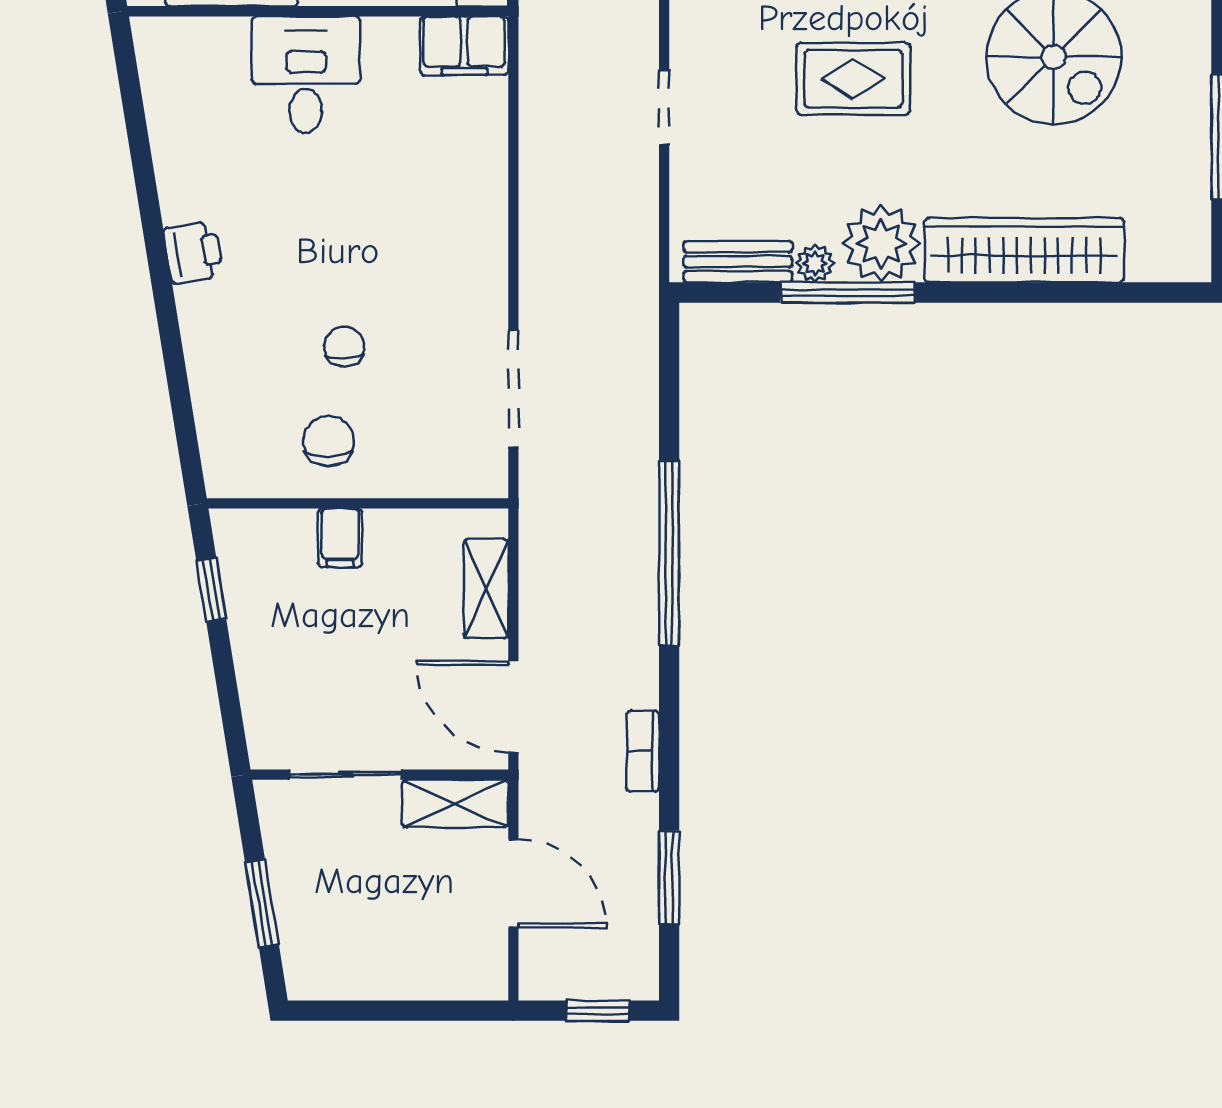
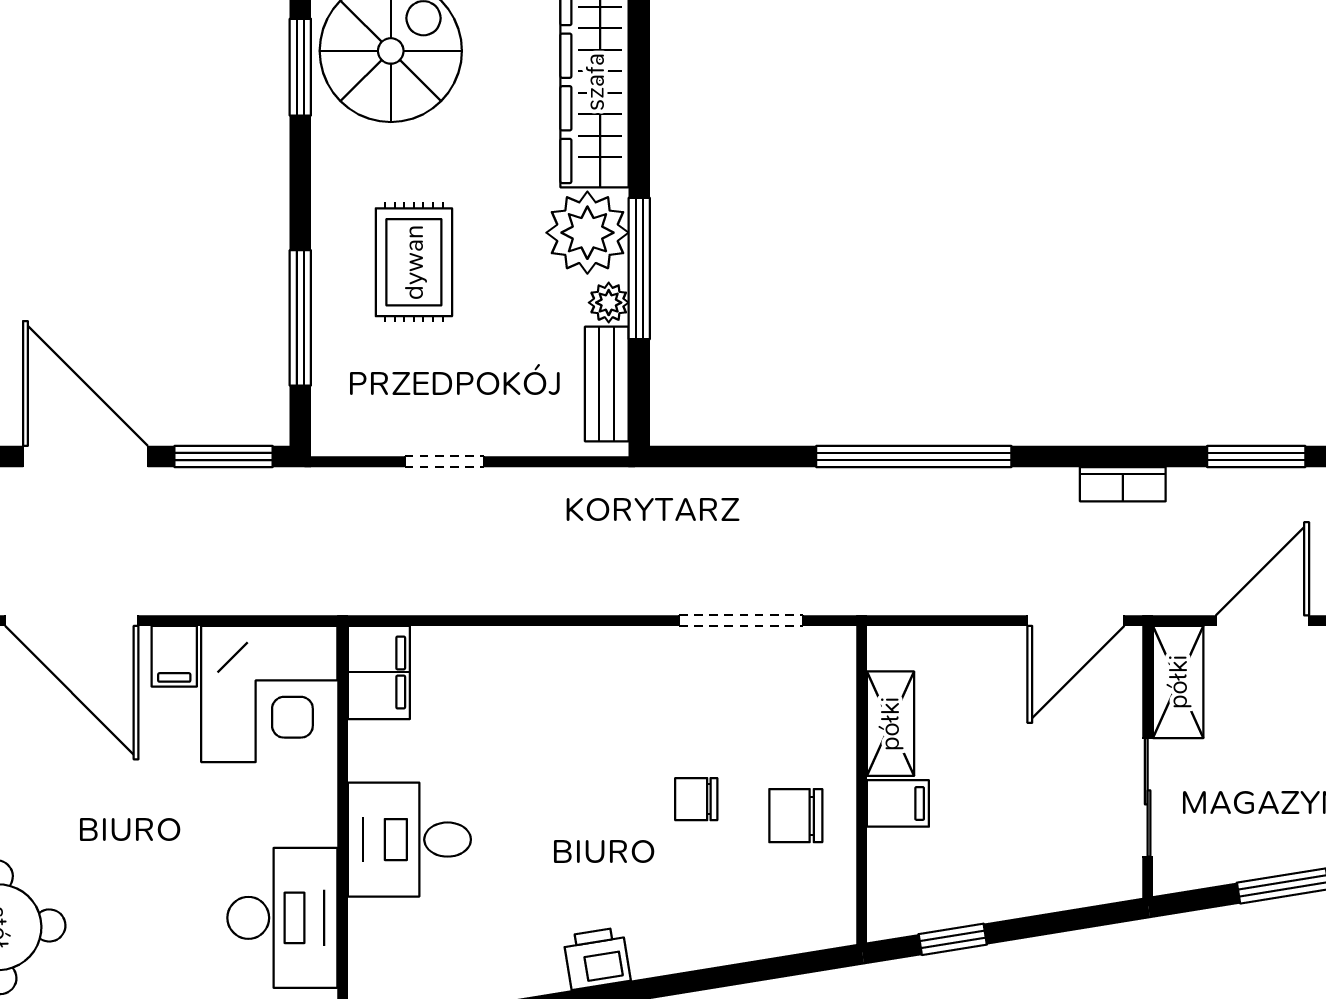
shelving: (486, 589) -> (890, 724), moved, turned 90

